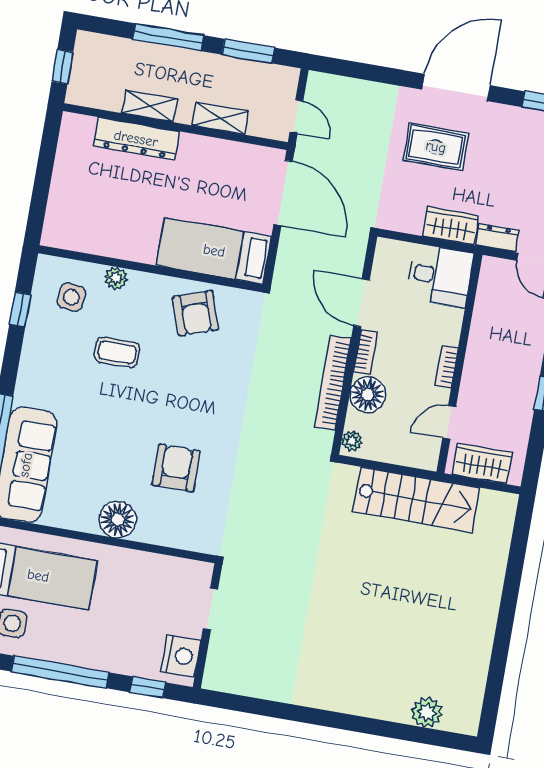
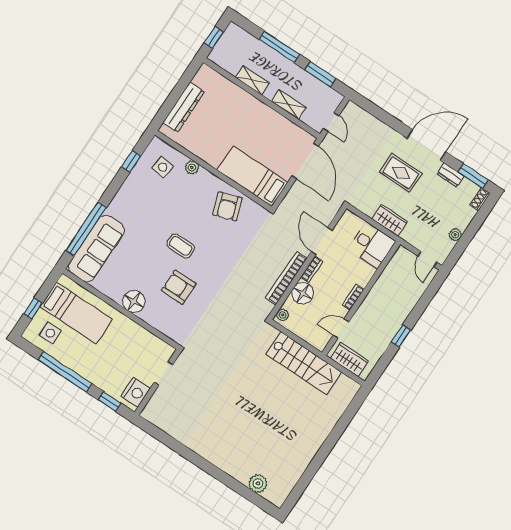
dresser: (136, 139) -> (184, 107), moved, turned -90
dresser: (497, 238) -> (451, 175), moved, turned 180
coffee table: (117, 352) -> (181, 246), moved
armchair: (176, 468) -> (179, 287), turned -90

